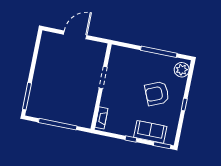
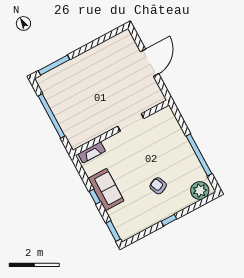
door: (75, 35) -> (150, 63), hinge flipped
armchair: (157, 93) -> (158, 186), width x0.53, depth x0.53
sofa: (150, 132) -> (106, 190), moved

